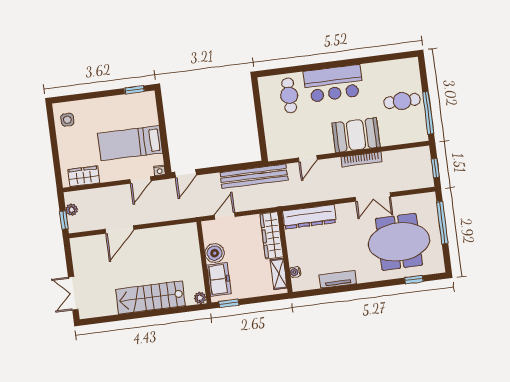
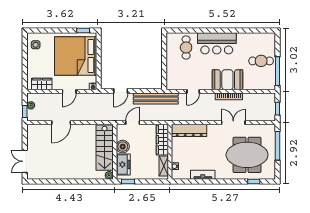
bed: (130, 143) -> (76, 56), width x2.04
door: (186, 174) -> (121, 91), moved
door: (140, 180) -> (69, 91), moved
double door: (373, 197) -> (233, 123), swing flipped
stairs: (150, 297) -> (105, 148), moved, turned -90

